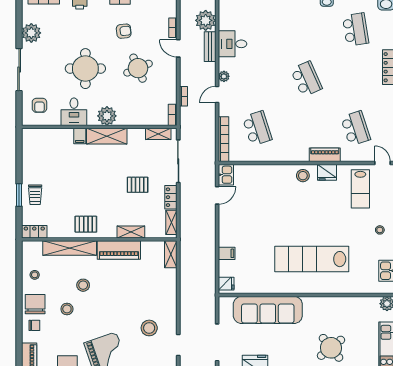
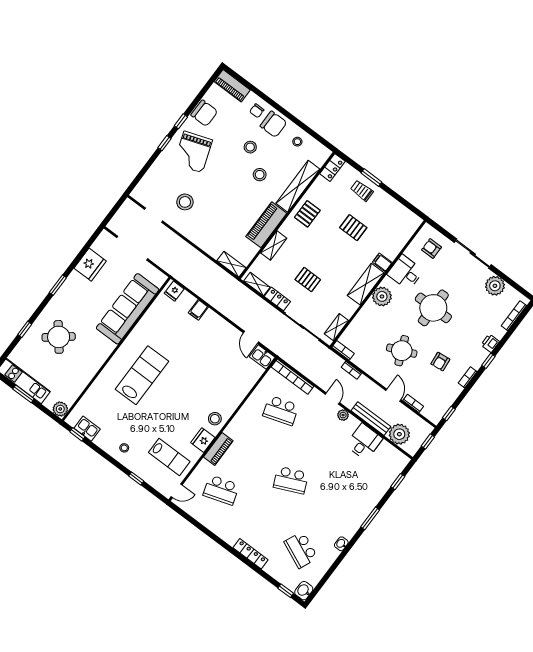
school desk: (356, 30) -> (301, 550), turned 33
bench: (210, 47) -> (371, 419), width x1.36
door: (178, 48) -> (393, 395), hinge flipped
pallet: (69, 180) -> (353, 228), added
pallet: (138, 185) -> (308, 280), turned 90
lab bench: (360, 189) -> (169, 457), turned 180
lab bench: (312, 259) -> (142, 375), width x0.73

